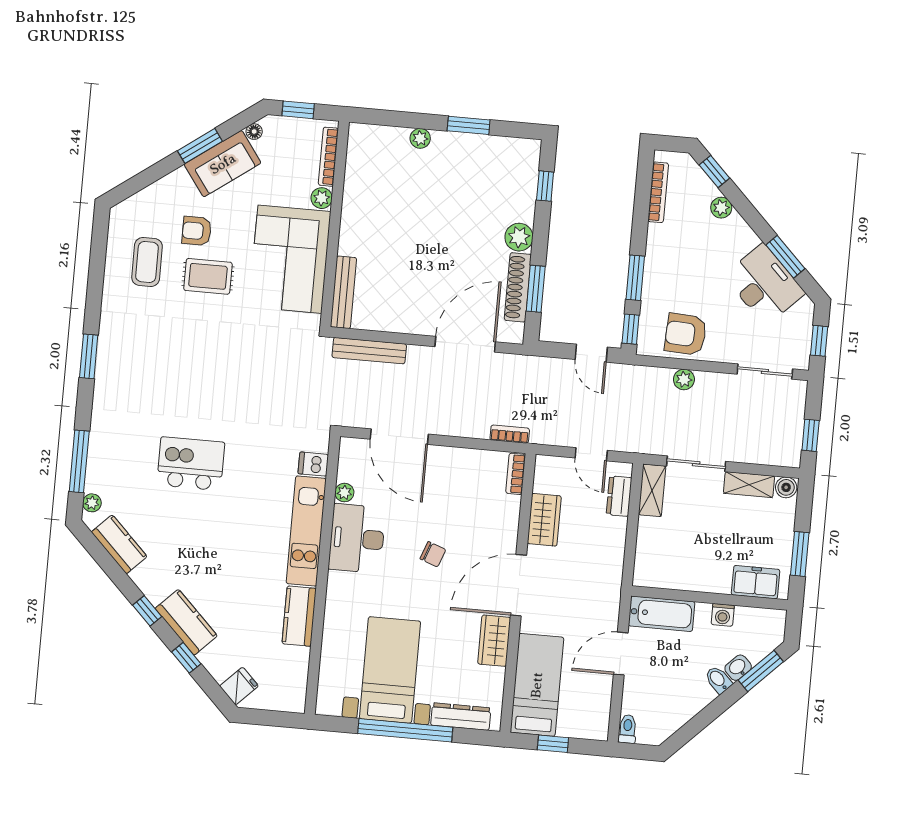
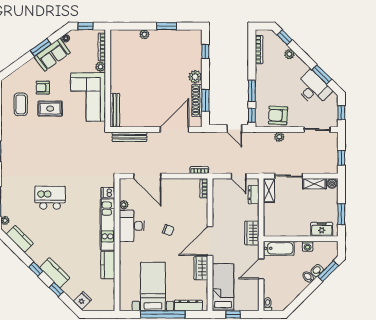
wardrobe: (544, 520) -> (252, 233), moved, turned 180

